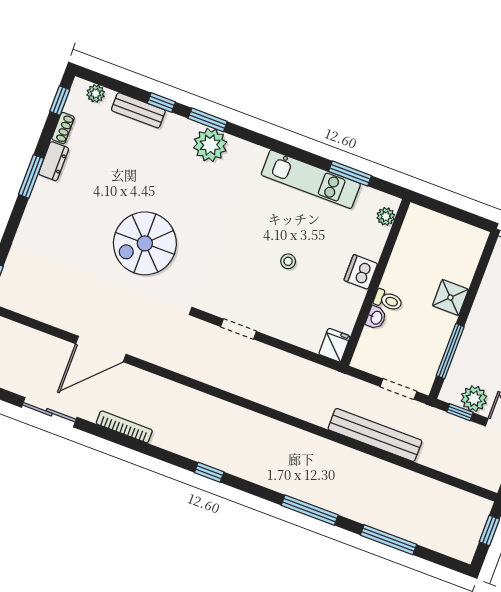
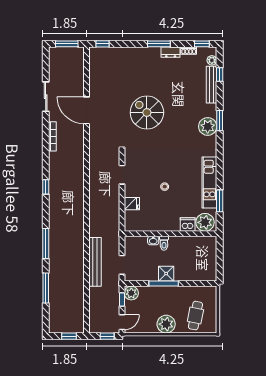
window: (161, 103) -> (220, 75), moved
bench: (138, 110) -> (211, 85), width x1.36
plant: (386, 216) -> (205, 222), width x1.88, depth x1.88
dishwasher: (361, 272) -> (188, 224), moved
shower: (450, 297) -> (166, 274), moved
fridge: (334, 345) -> (132, 204), moved
window: (450, 351) -> (164, 283), moved
plant: (474, 399) -> (131, 293), moved

